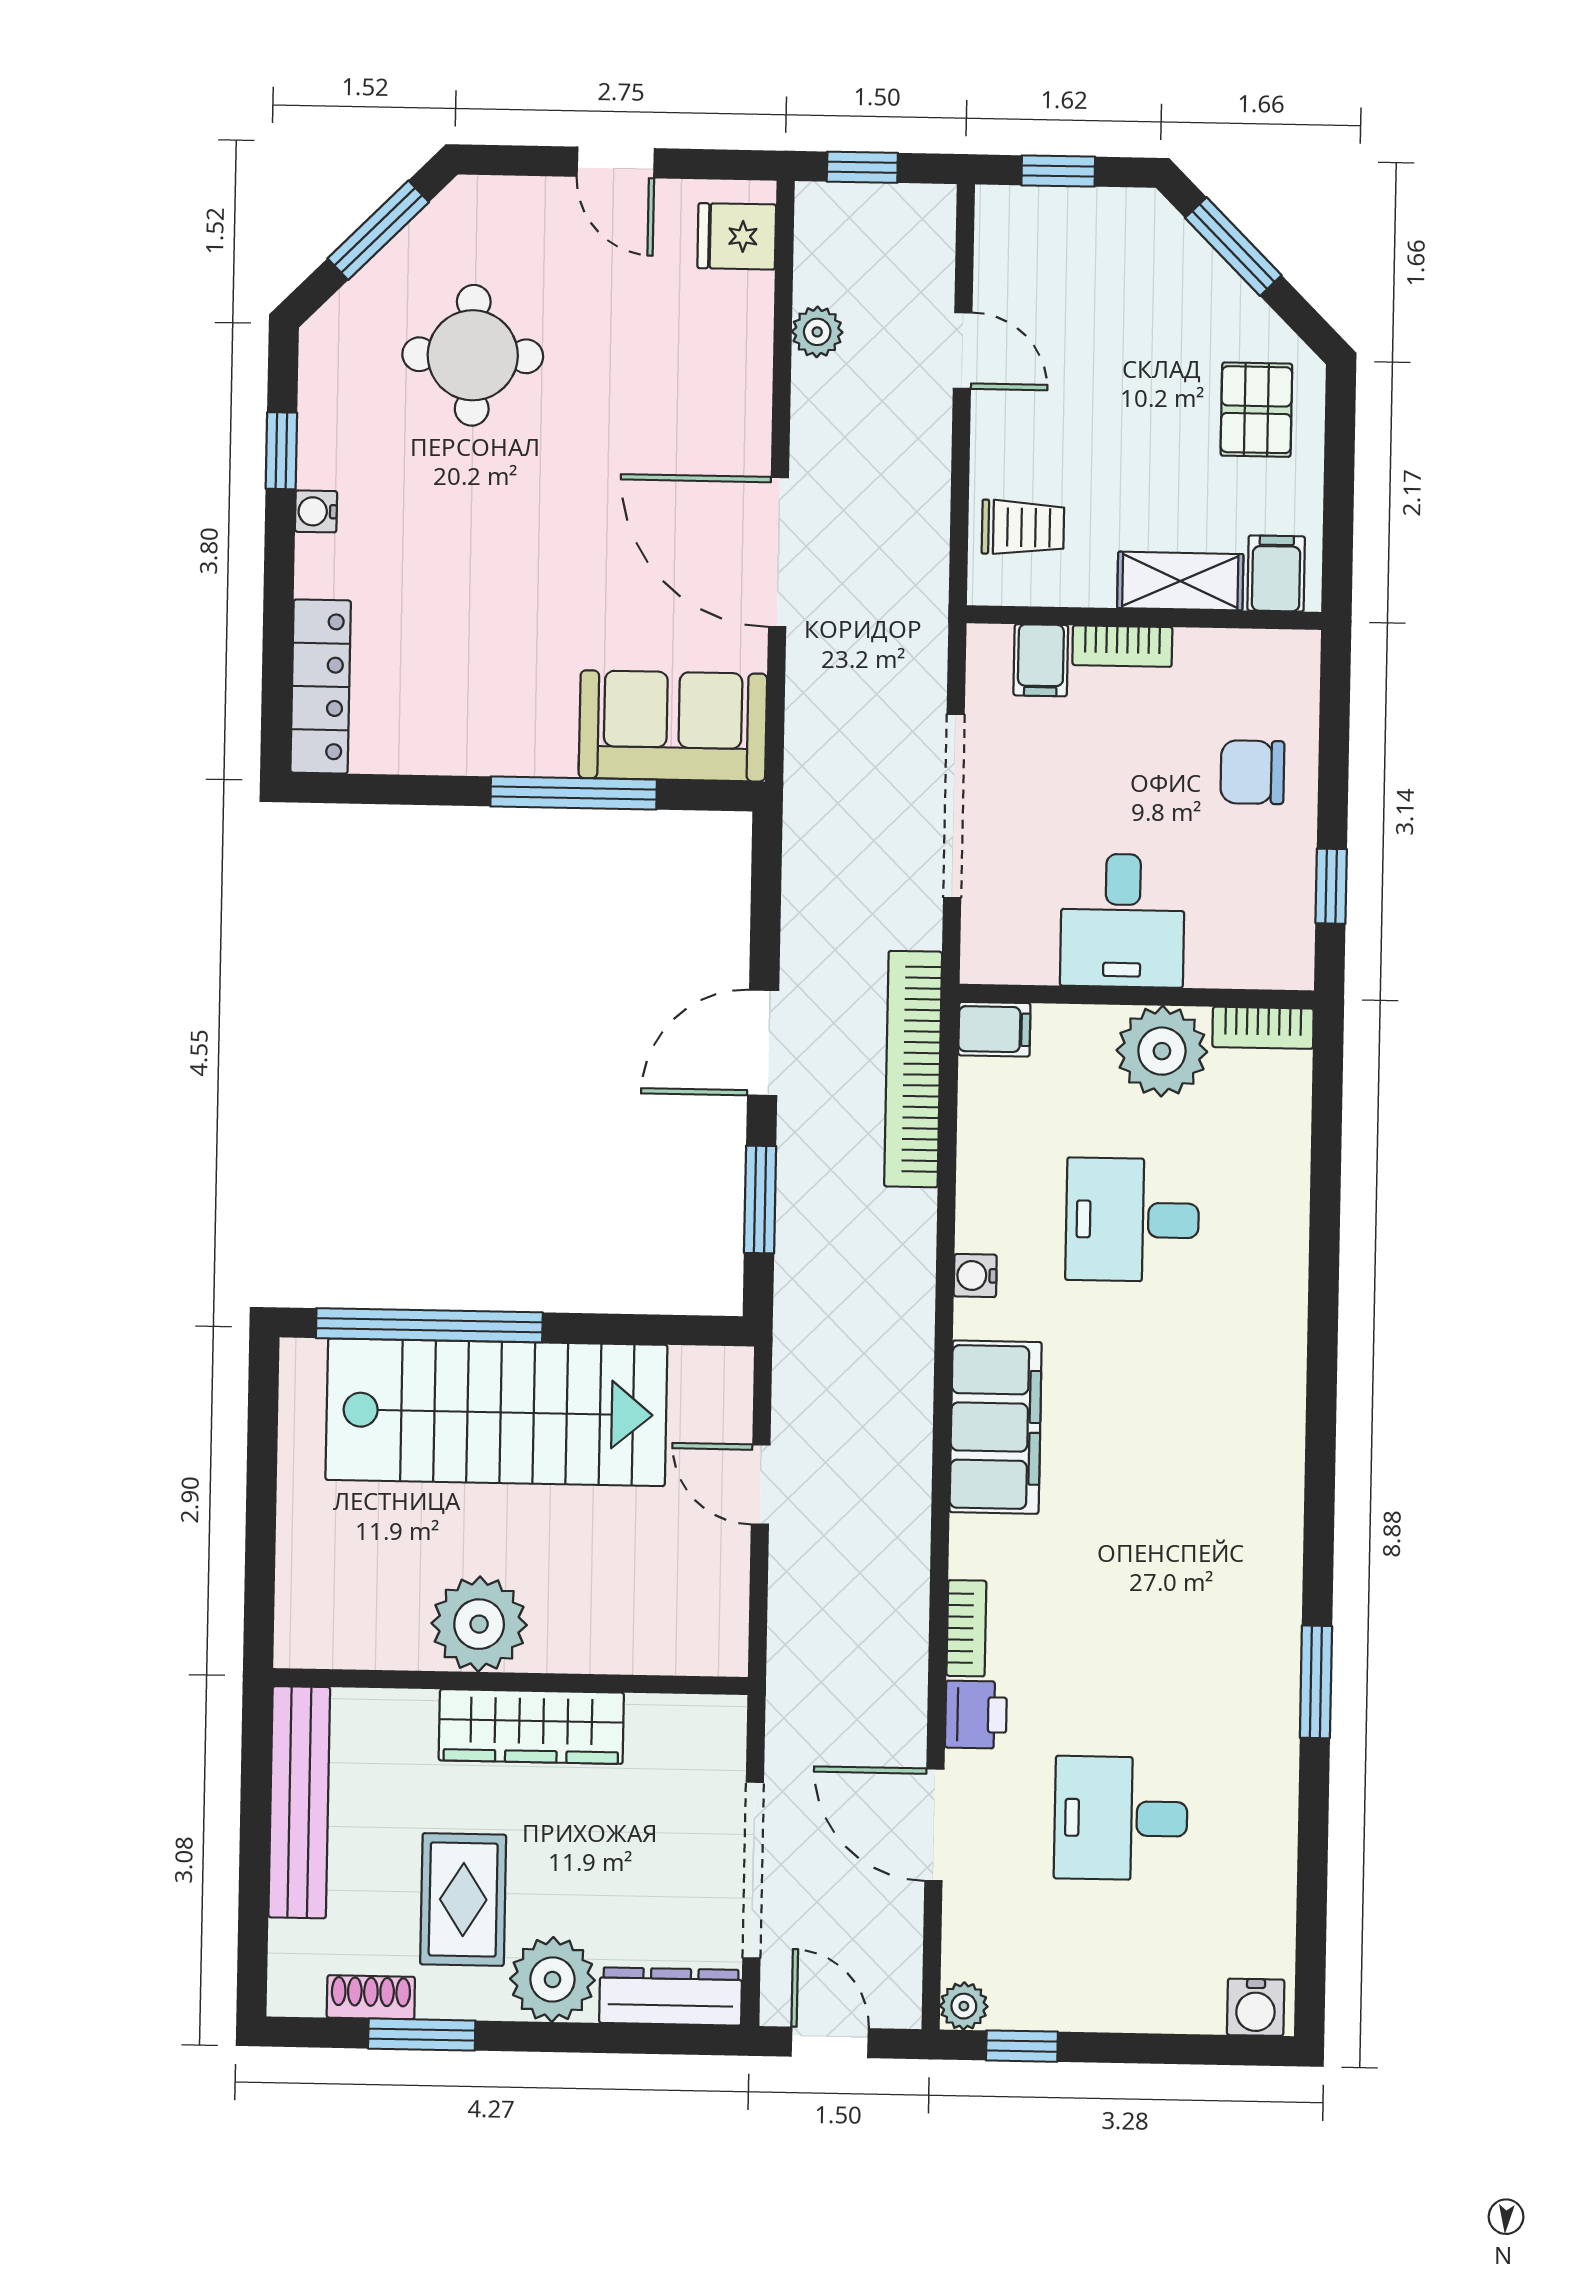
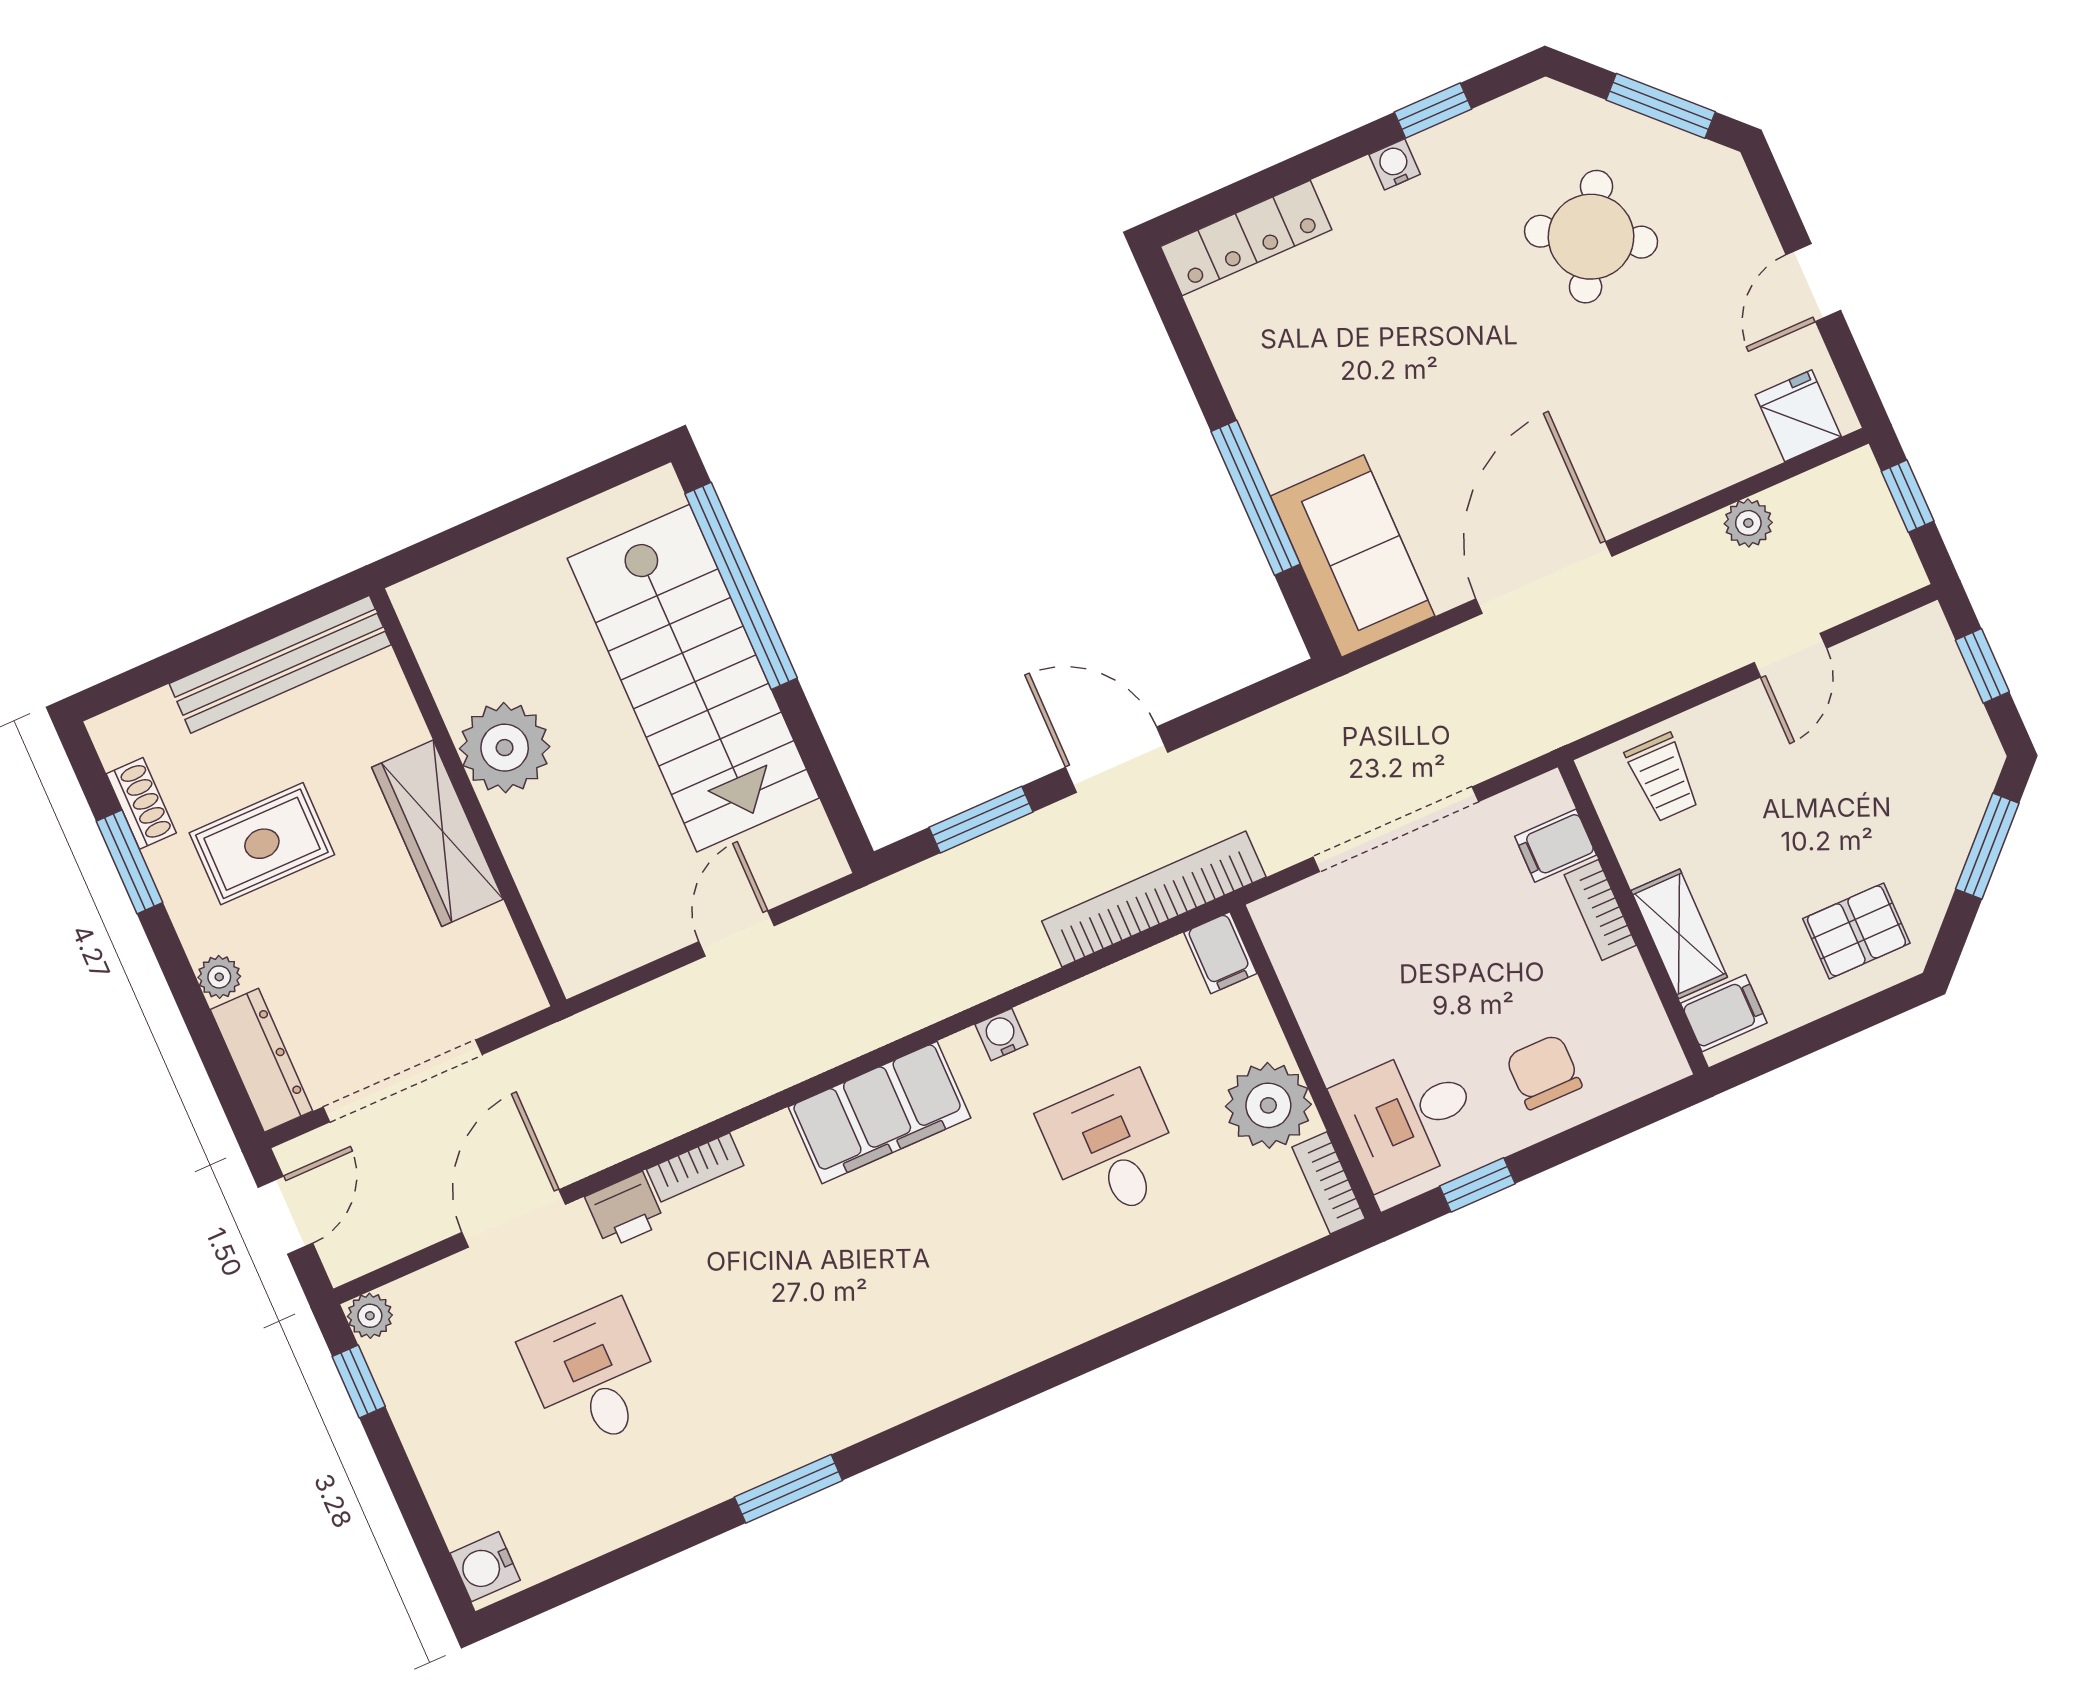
round table: (473, 355) -> (1591, 237), turned 30
desk: (1123, 921) -> (1408, 1117), moved
plant: (552, 1979) -> (219, 977), width x0.53, depth x0.53

